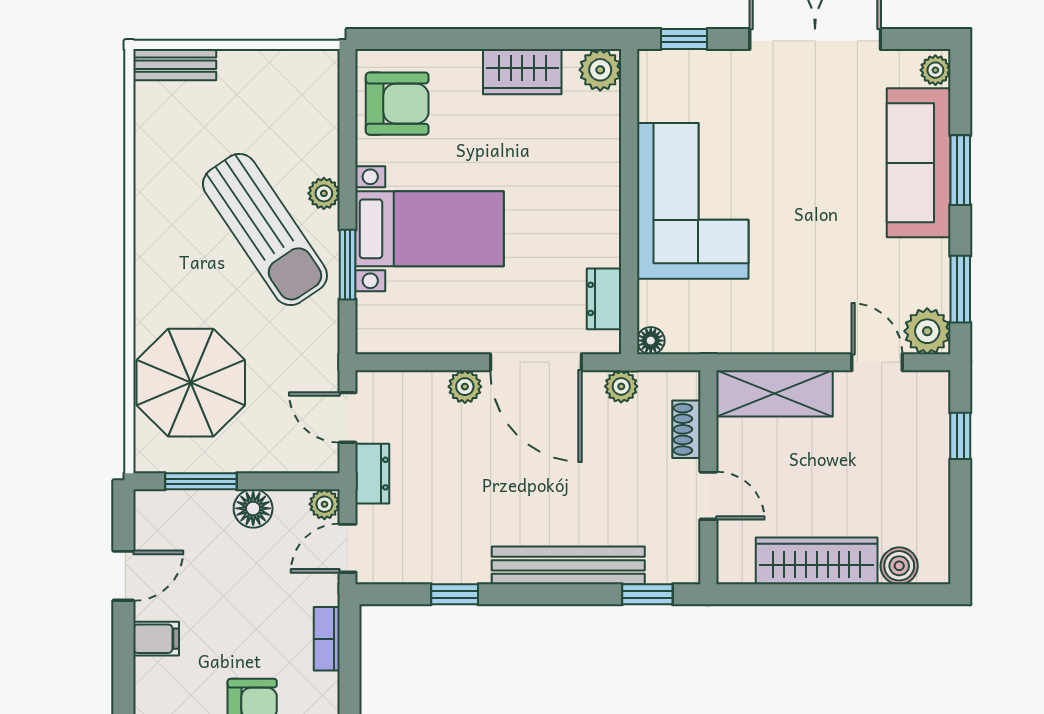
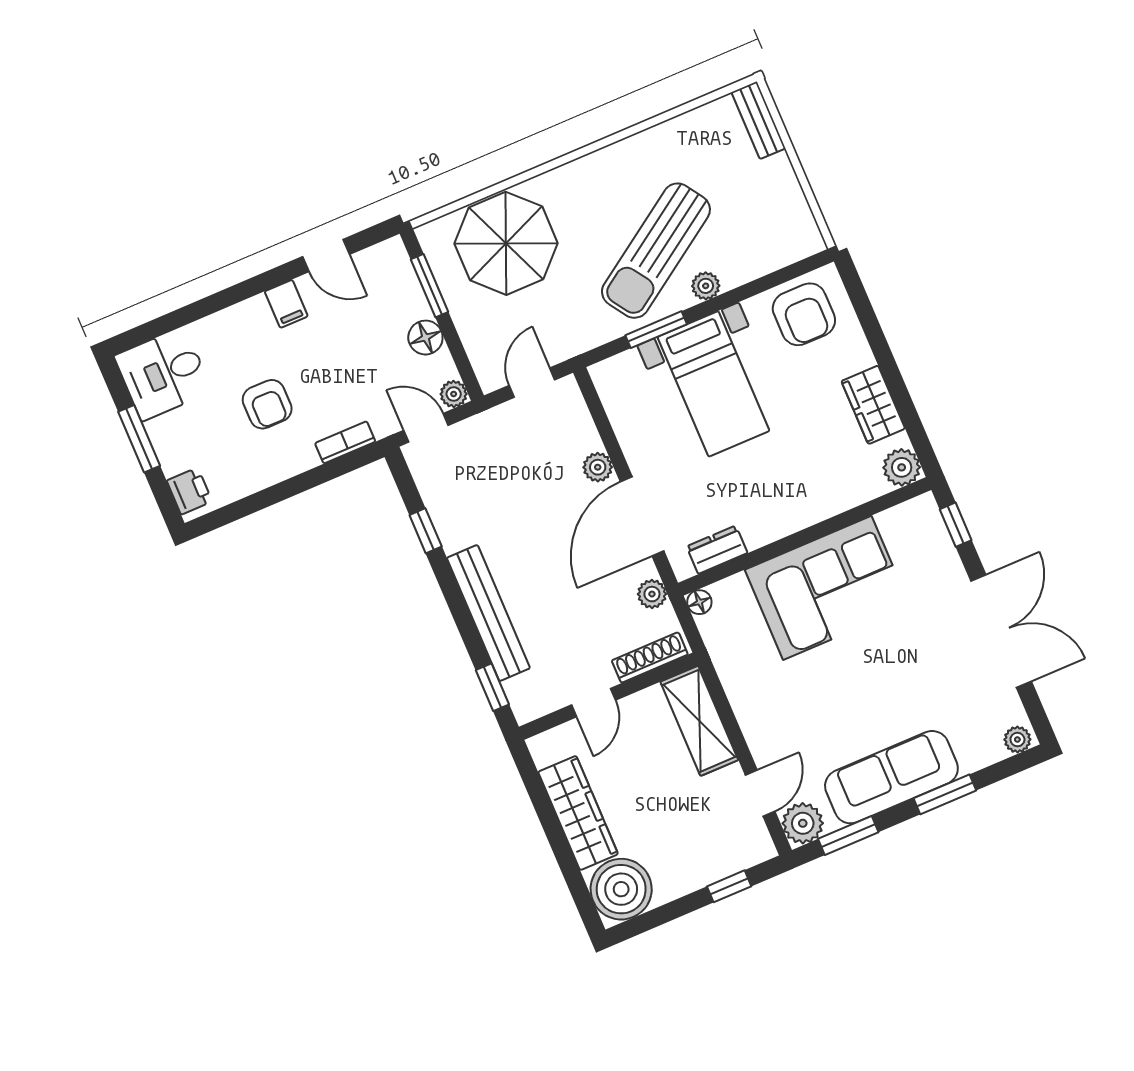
sofa: (919, 163) -> (891, 777), moved
shoe rack: (686, 429) -> (650, 658), width x1.43
dresser: (372, 474) -> (495, 422), removed
boiler: (899, 566) -> (621, 889), width x1.86, depth x1.86

